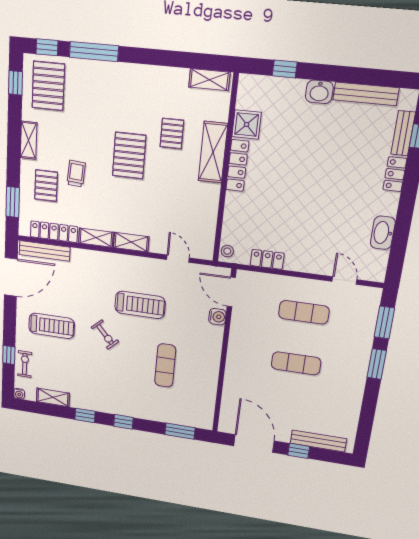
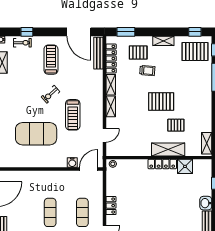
locker: (267, 259) -> (111, 206), moved
treadmill: (52, 326) -> (51, 60), turned 180
exercise mat: (165, 365) -> (36, 134), width x2.00, depth x1.45

